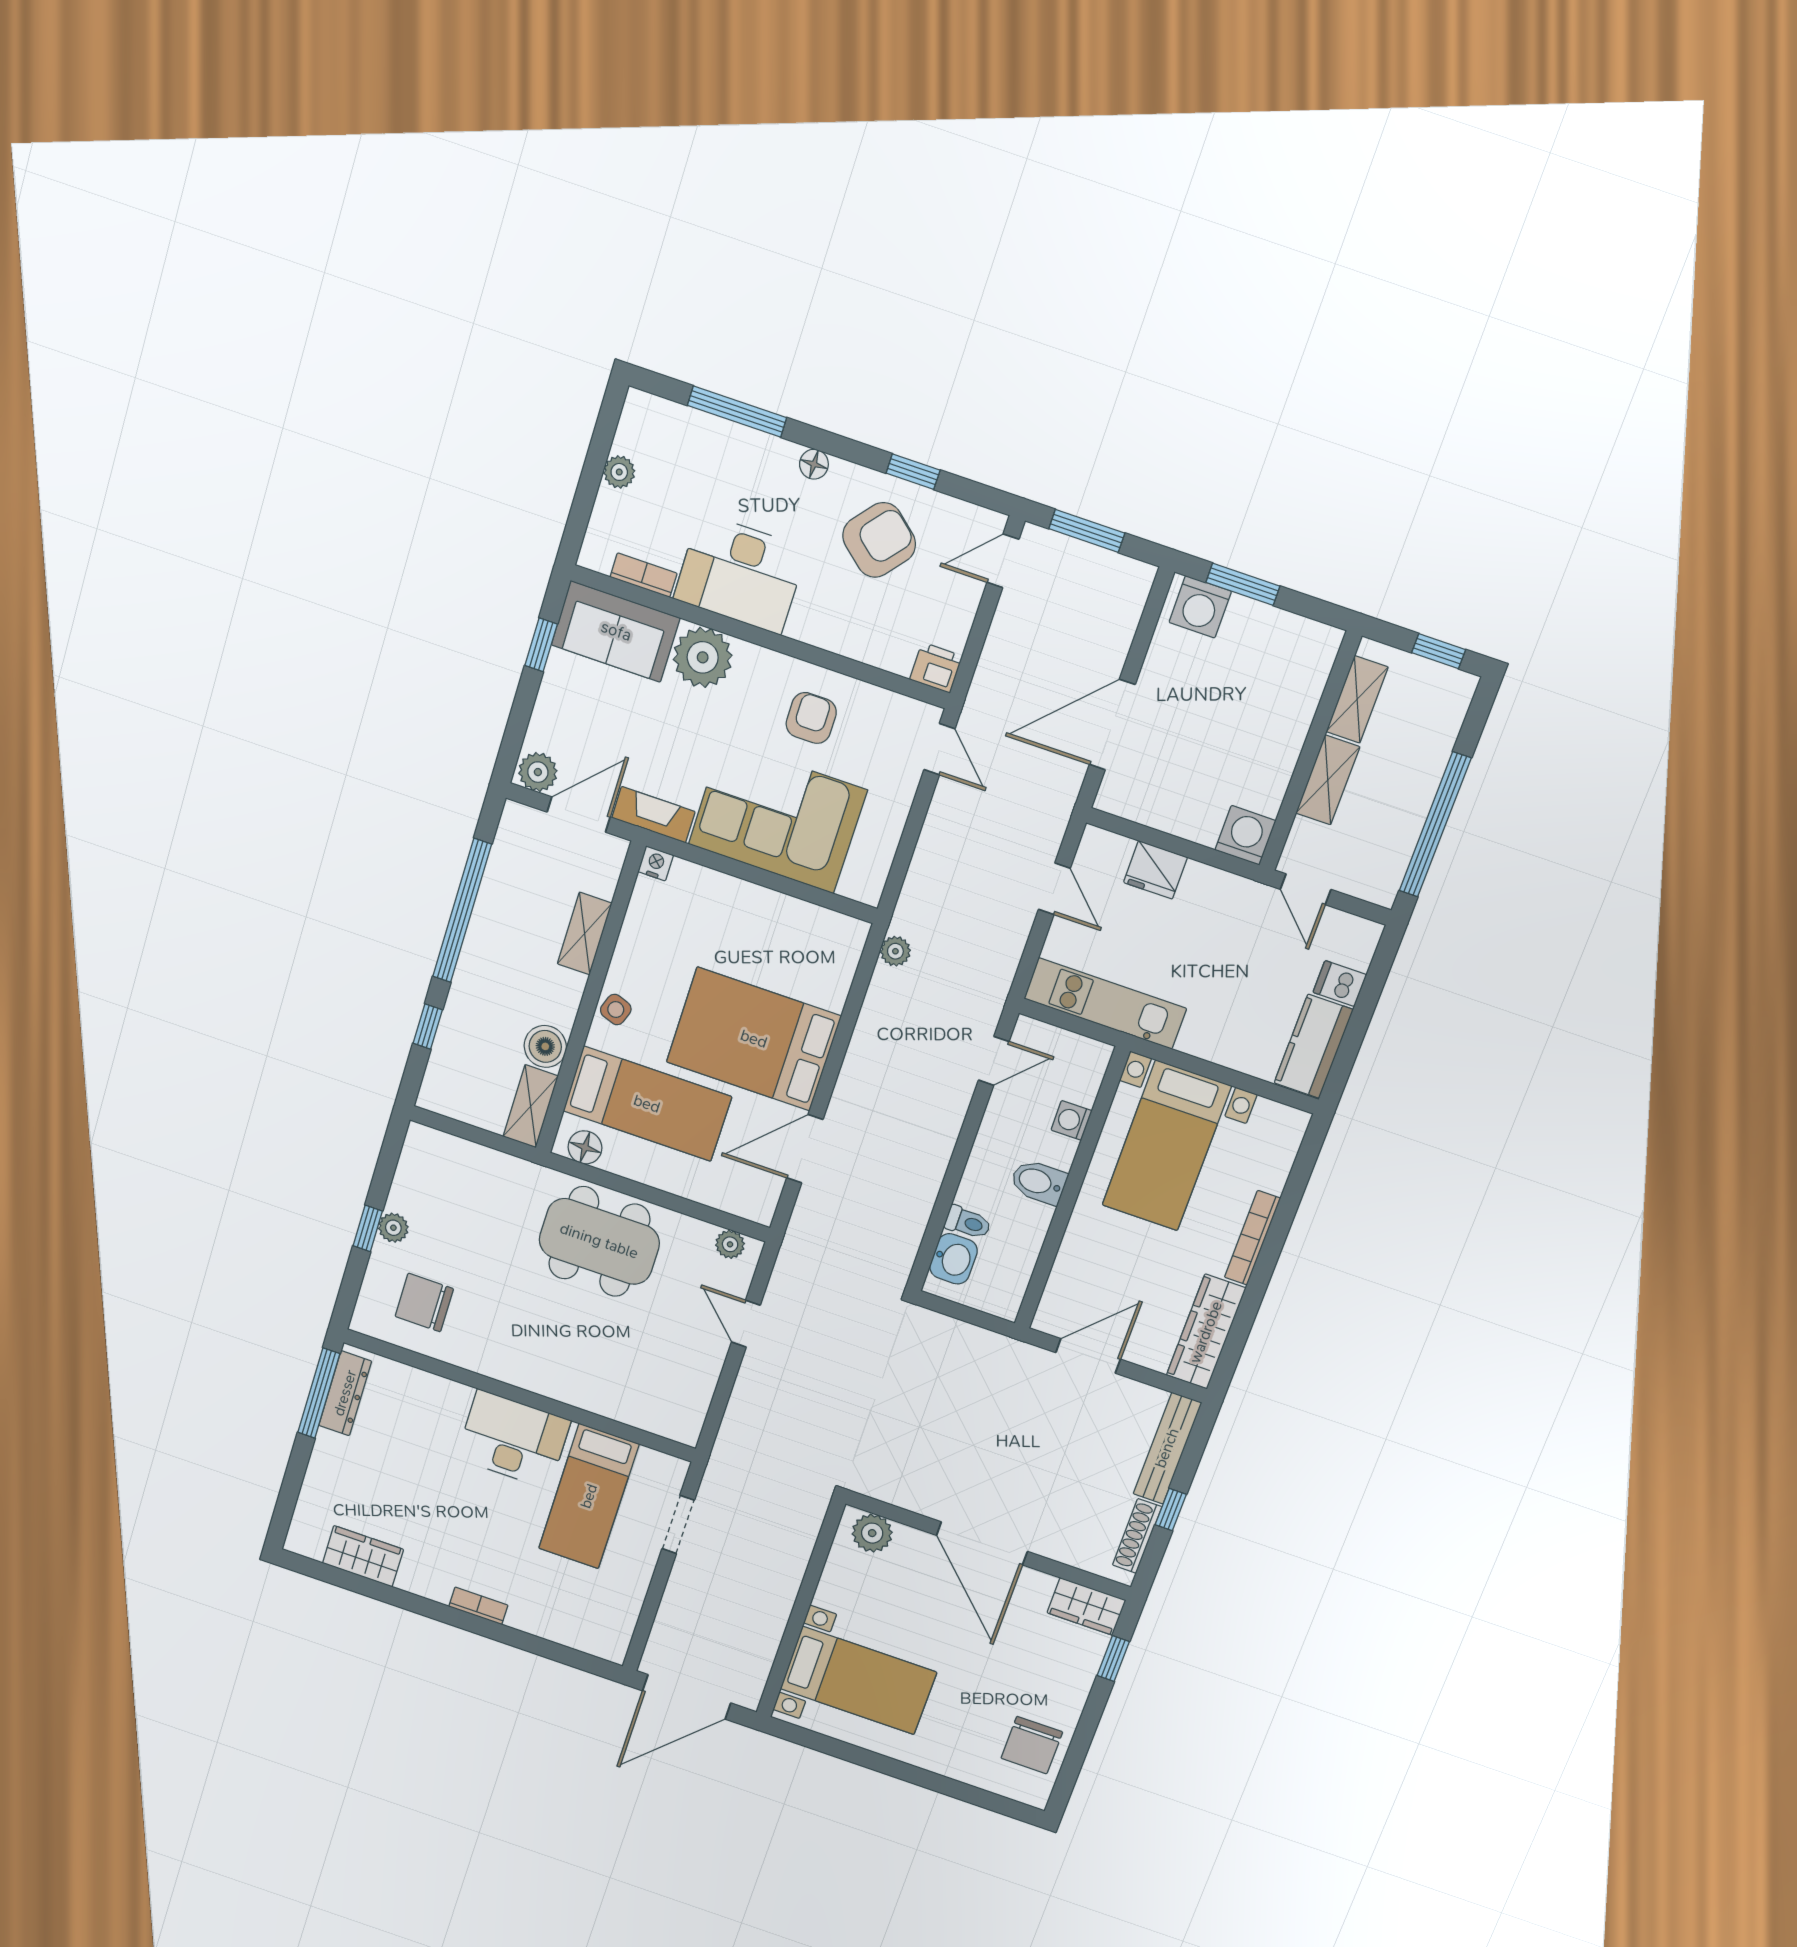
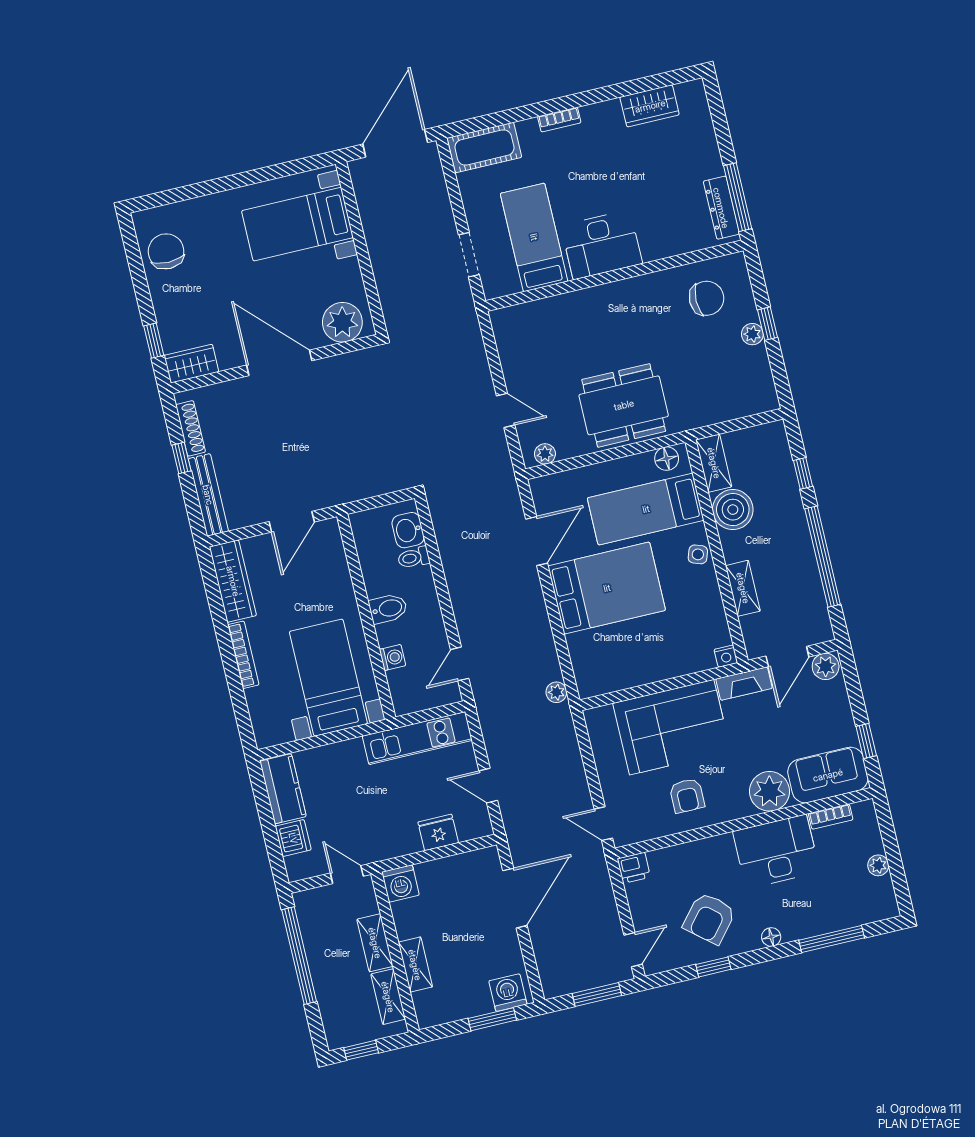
shelving: (1295, 719) -> (415, 965), added
dishwasher: (1340, 984) -> (293, 838), width x1.38
boiler: (545, 1046) -> (733, 510), width x1.37, depth x1.37
plant: (872, 1533) -> (342, 322), width x1.36, depth x1.36
cot: (585, 1629) -> (484, 148), added

